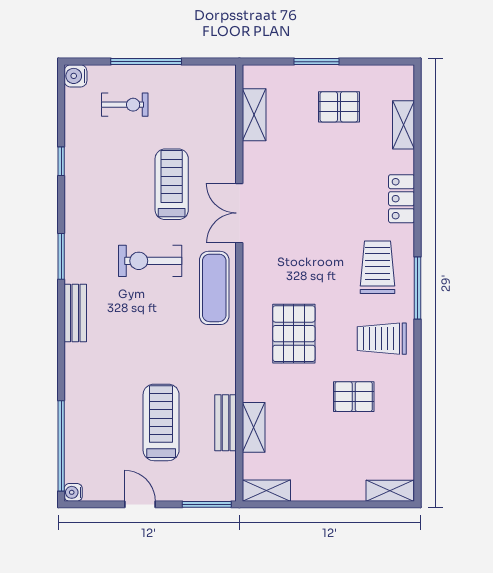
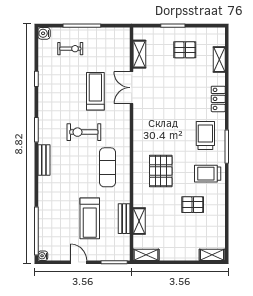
double door: (239, 213) -> (132, 88), moved
exercise mat: (214, 288) -> (108, 167), moved
treadmill: (161, 422) -> (90, 218), turned 180

